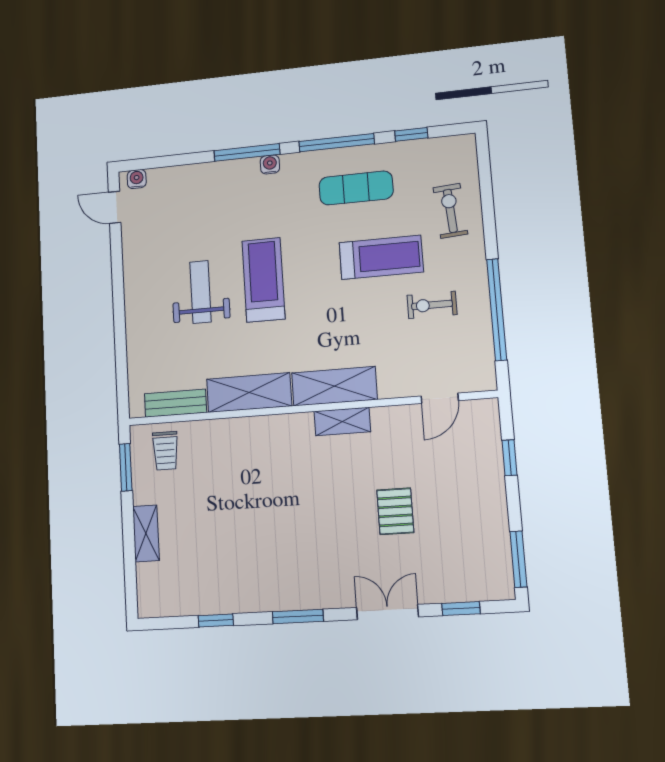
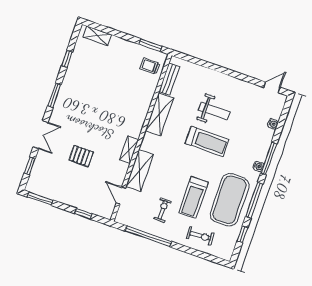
water cooler: (137, 179) -> (273, 124), moved
exercise mat: (356, 188) -> (230, 200), width x2.00, depth x1.45
shelving: (334, 386) -> (140, 171), moved
shelving: (146, 533) -> (97, 36), moved

